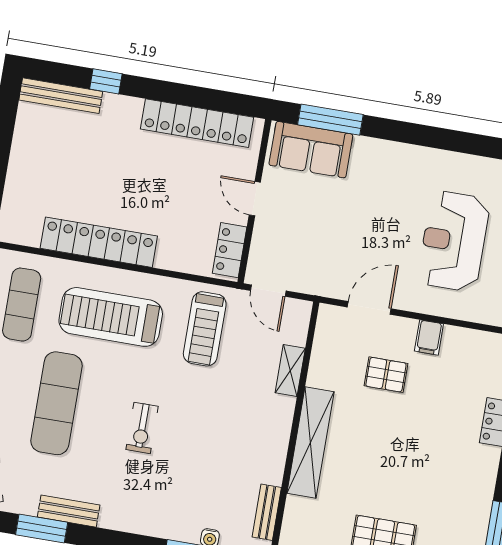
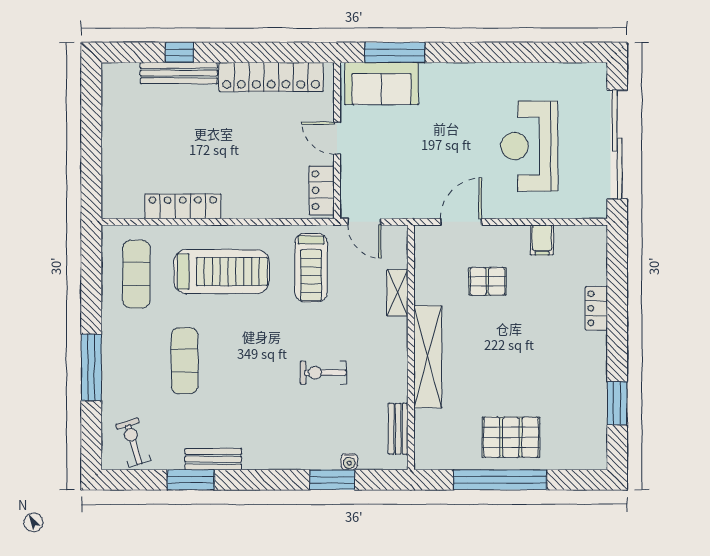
bench: (61, 96) -> (179, 73), moved
locker: (99, 242) -> (183, 206), width x0.71, depth x0.83
treadmill: (111, 317) -> (221, 272), turned 180
filing cabinet: (429, 337) -> (542, 240), moved
exercise mat: (56, 403) -> (185, 361), width x0.73, depth x0.69
exercise bike: (142, 428) -> (323, 373), moved, turned 90

